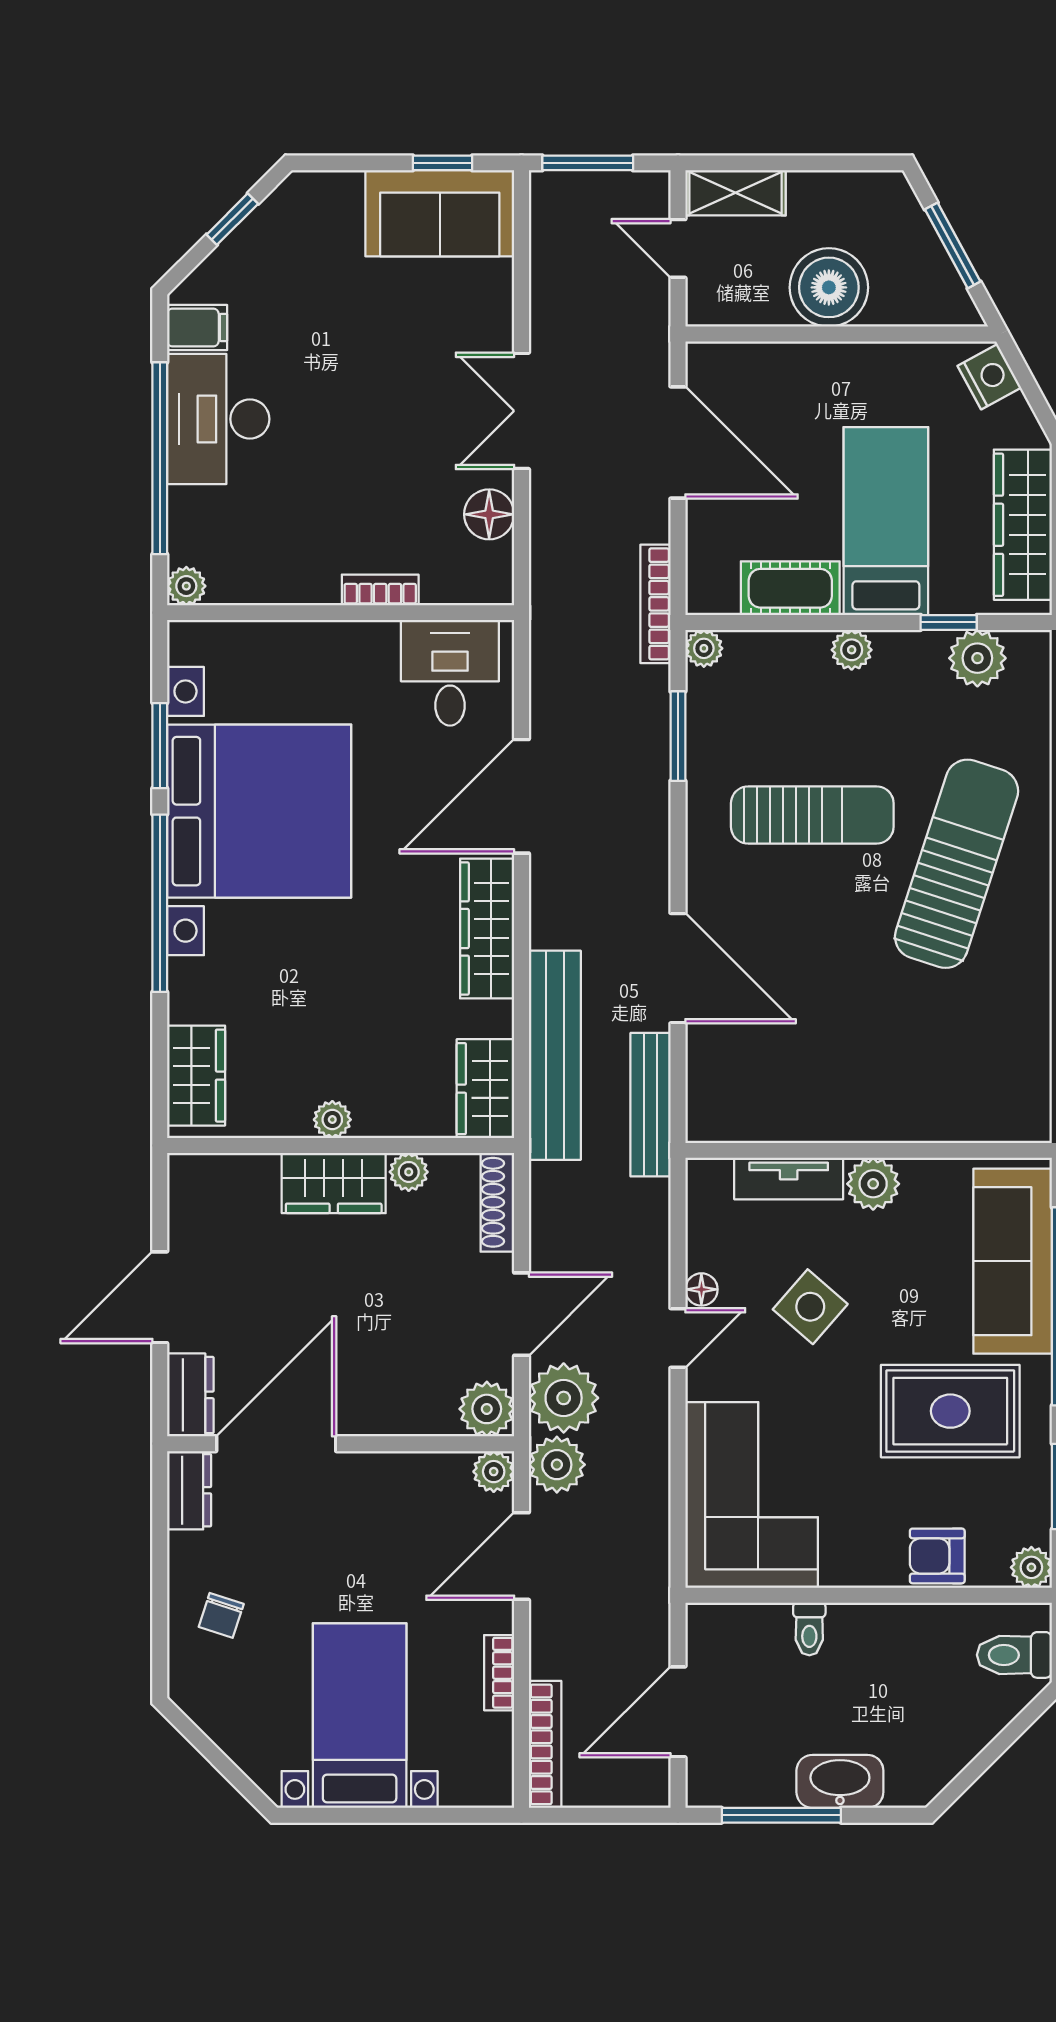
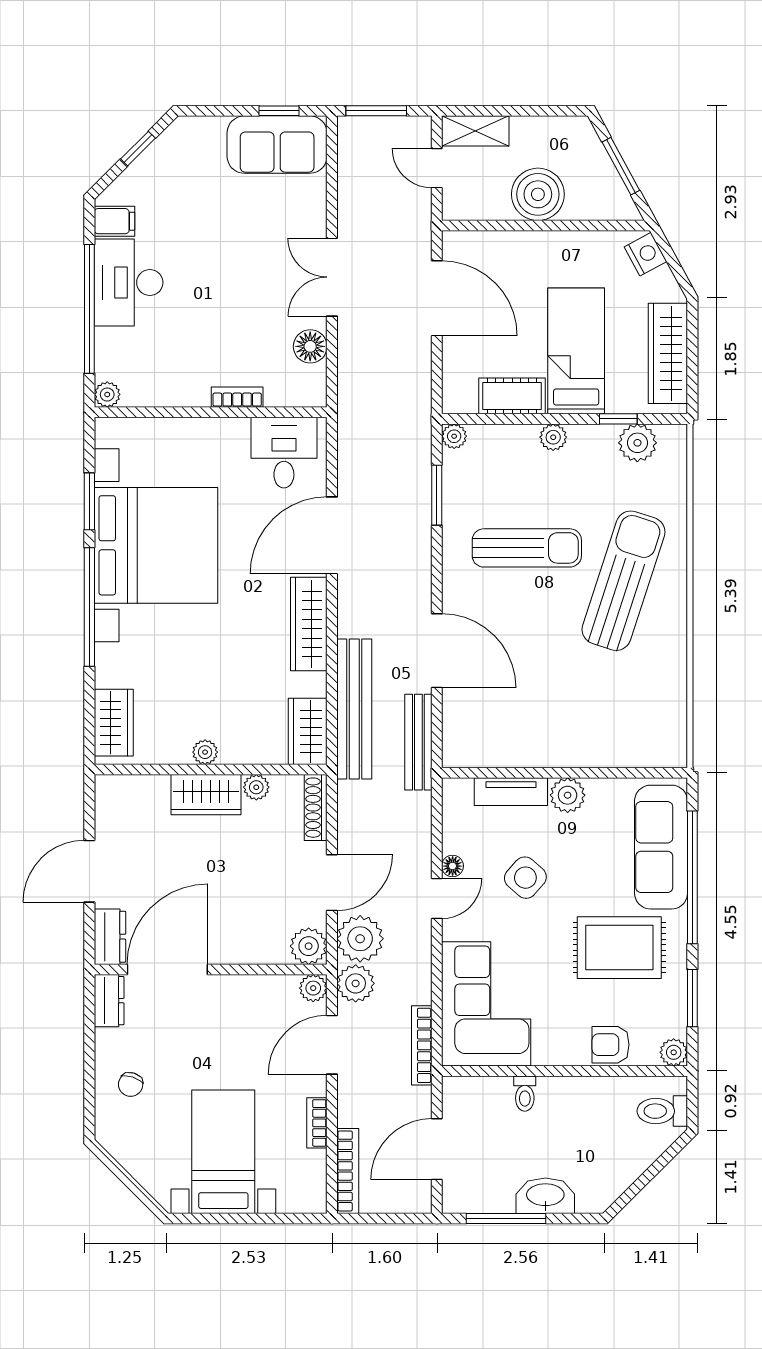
bookcase: (655, 604) -> (422, 1045), moved

